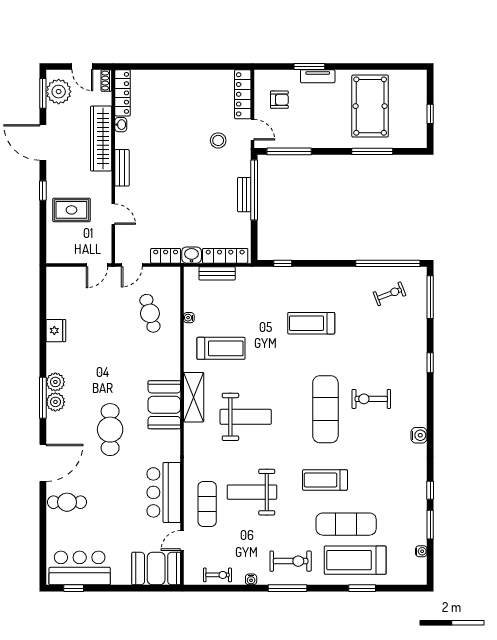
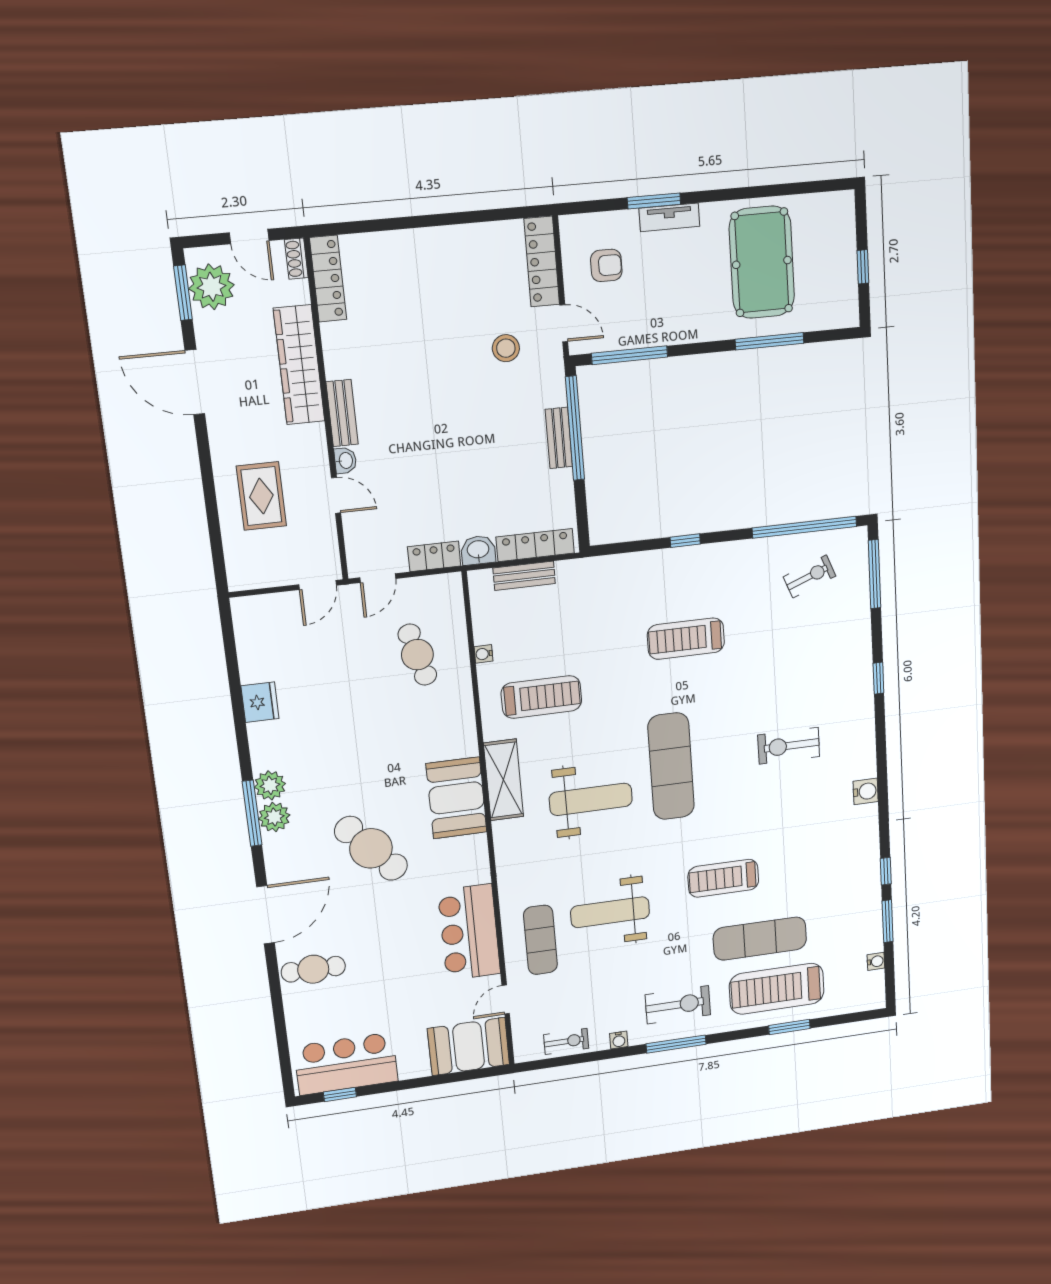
washbasin: (121, 125) -> (345, 461), moved
window: (43, 191) -> (206, 468), removed
rug: (71, 210) -> (261, 496), turned 90
window: (283, 263) -> (685, 541), moved
exercise mat: (325, 409) -> (671, 766), moved
cafe table: (110, 430) -> (371, 848), turned -41

